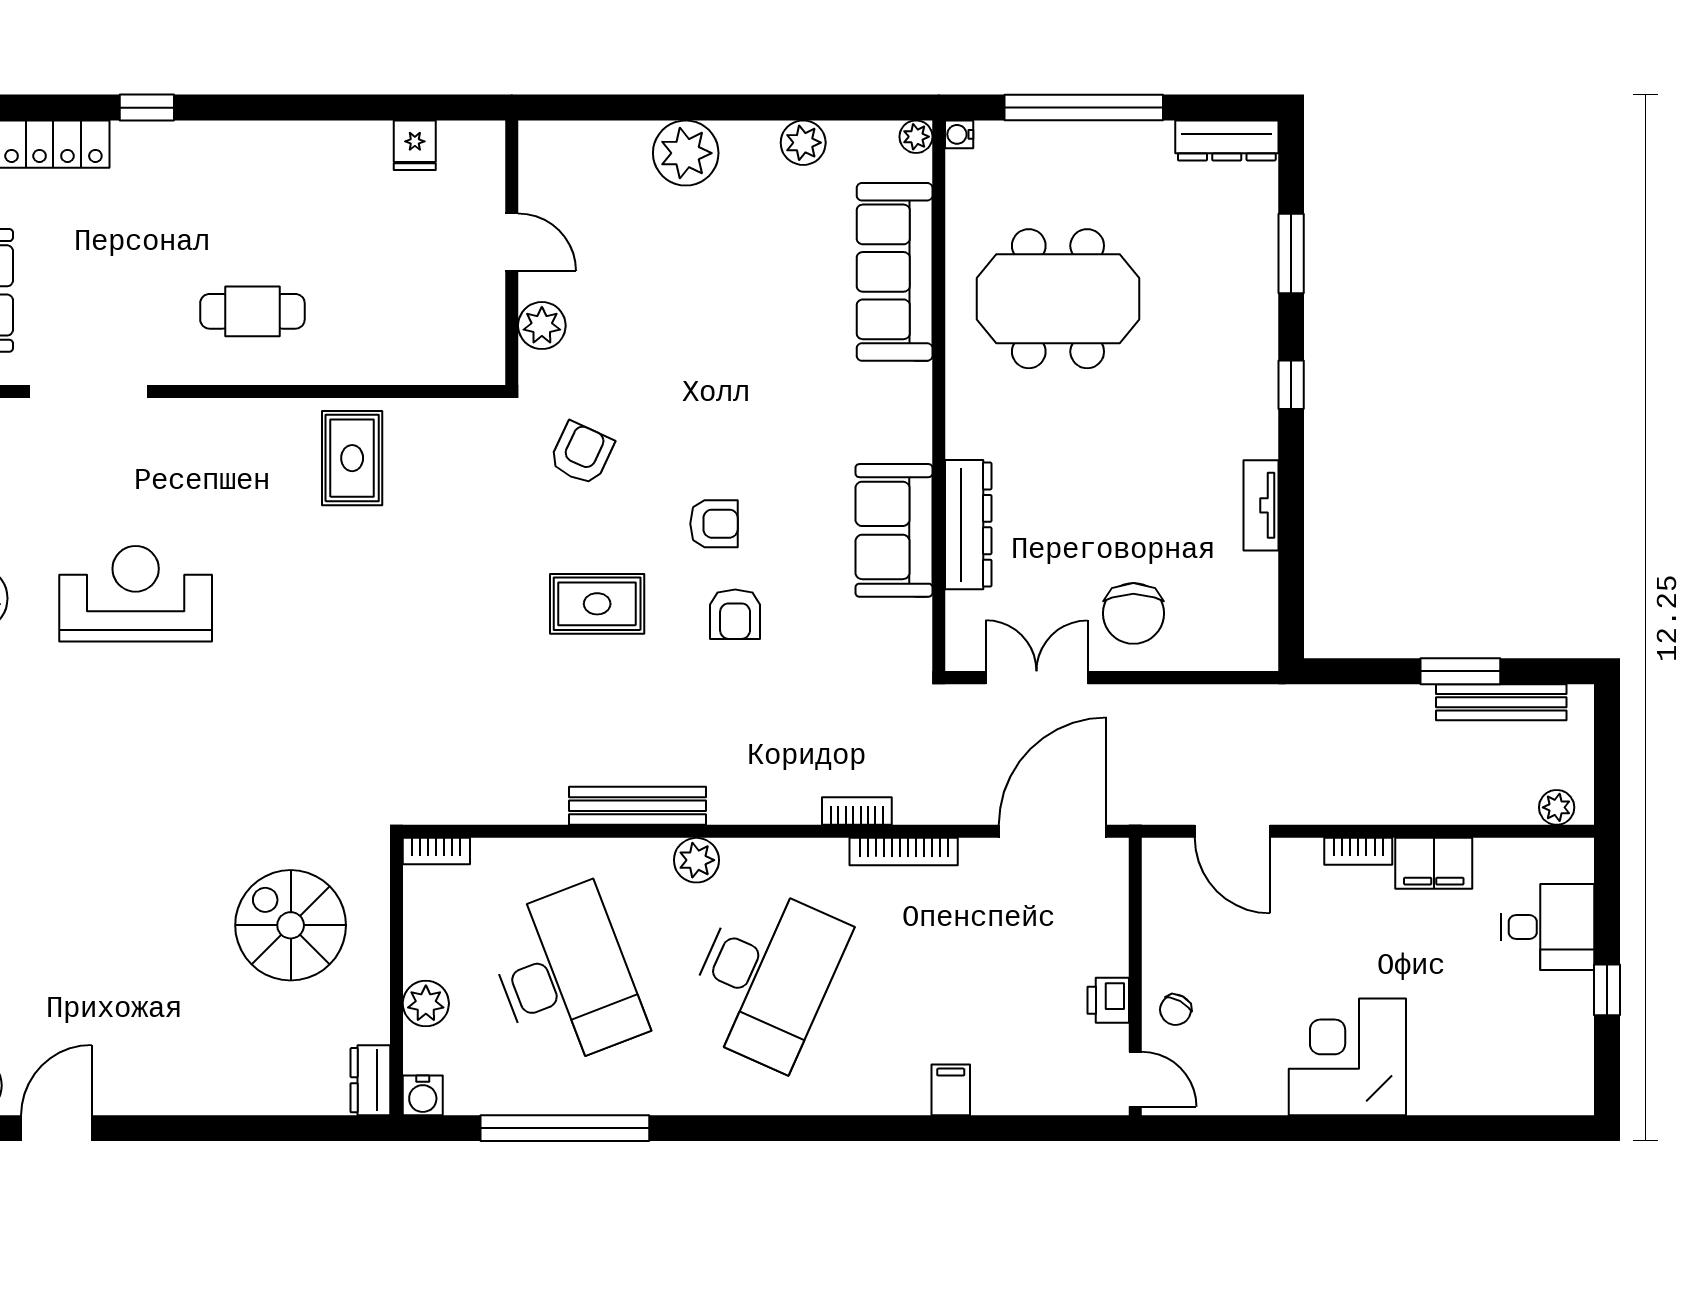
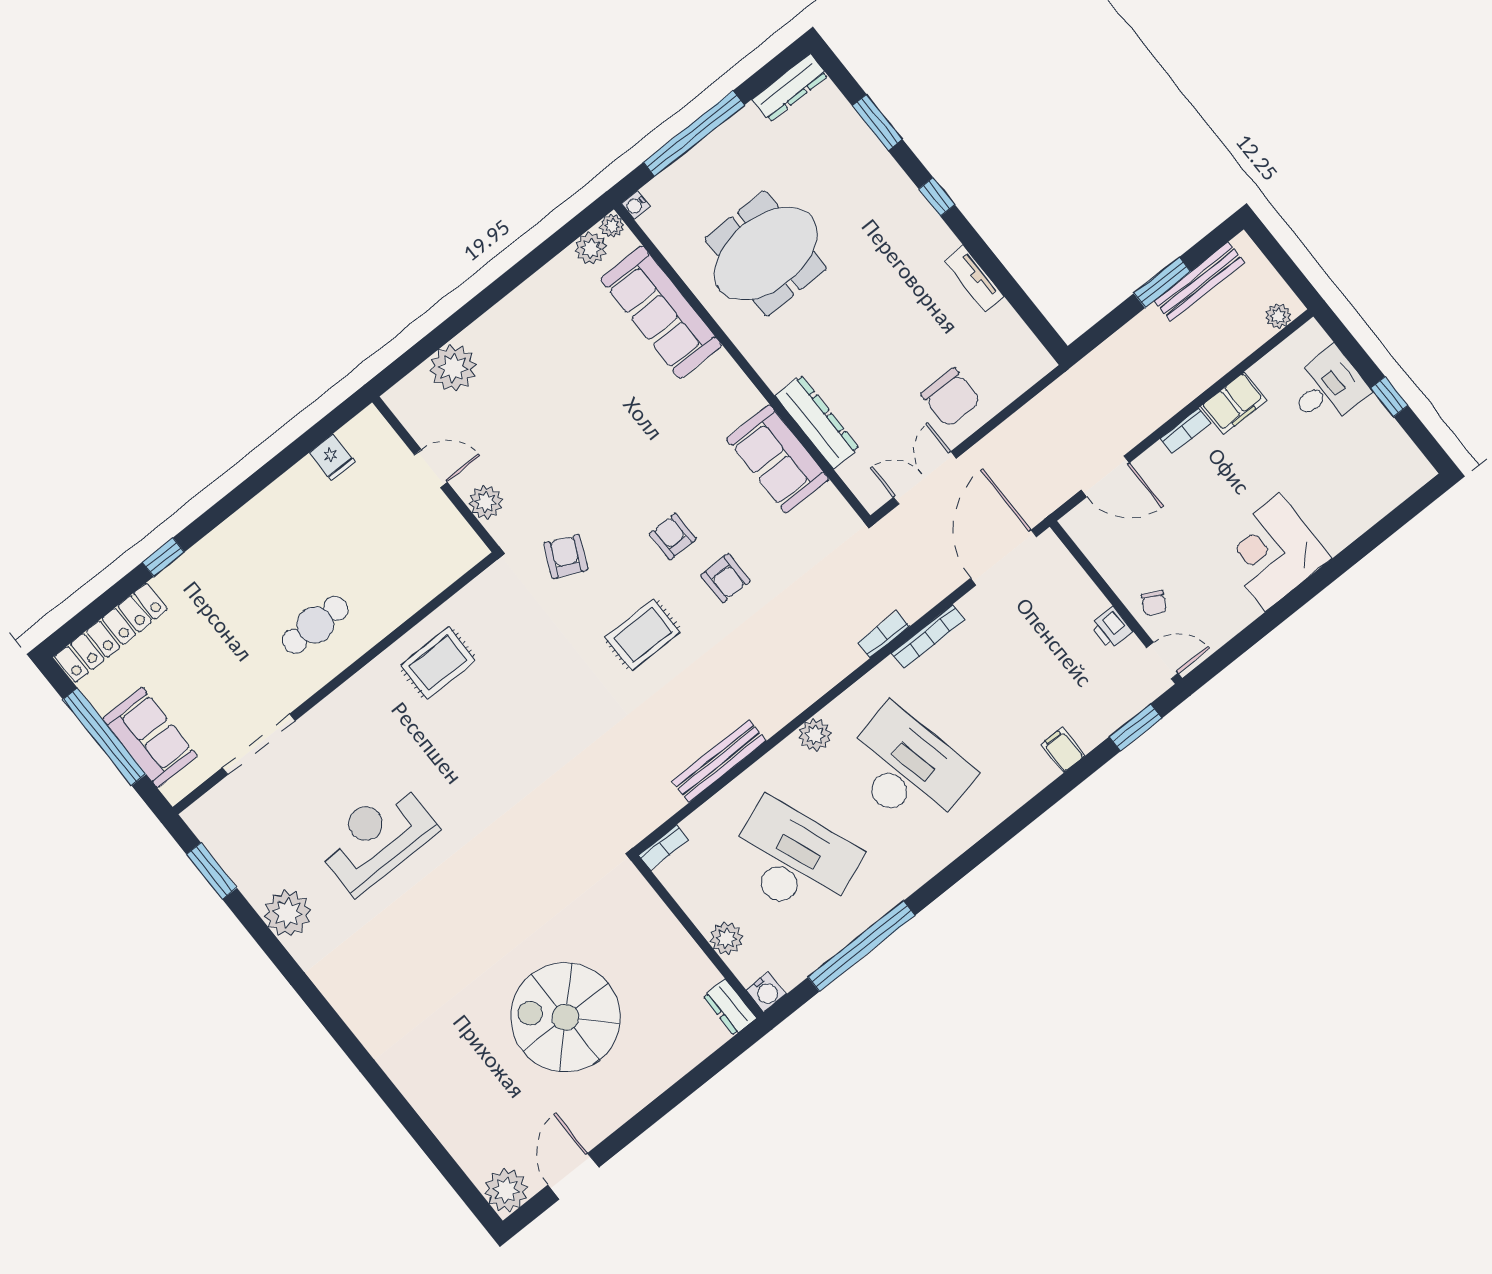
plant: (803, 143) -> (591, 248), moved
plant: (686, 153) -> (453, 368), moved
rug: (352, 458) -> (438, 663), turned 90
armchair: (714, 524) -> (673, 536), turned -90
bench: (637, 806) -> (719, 761), moved
spiral stairs: (291, 925) -> (566, 1017), moved, width x1.37, depth x1.37
desk: (766, 977) -> (907, 769), turned -36
window: (1049, 1128) -> (1136, 727), added

